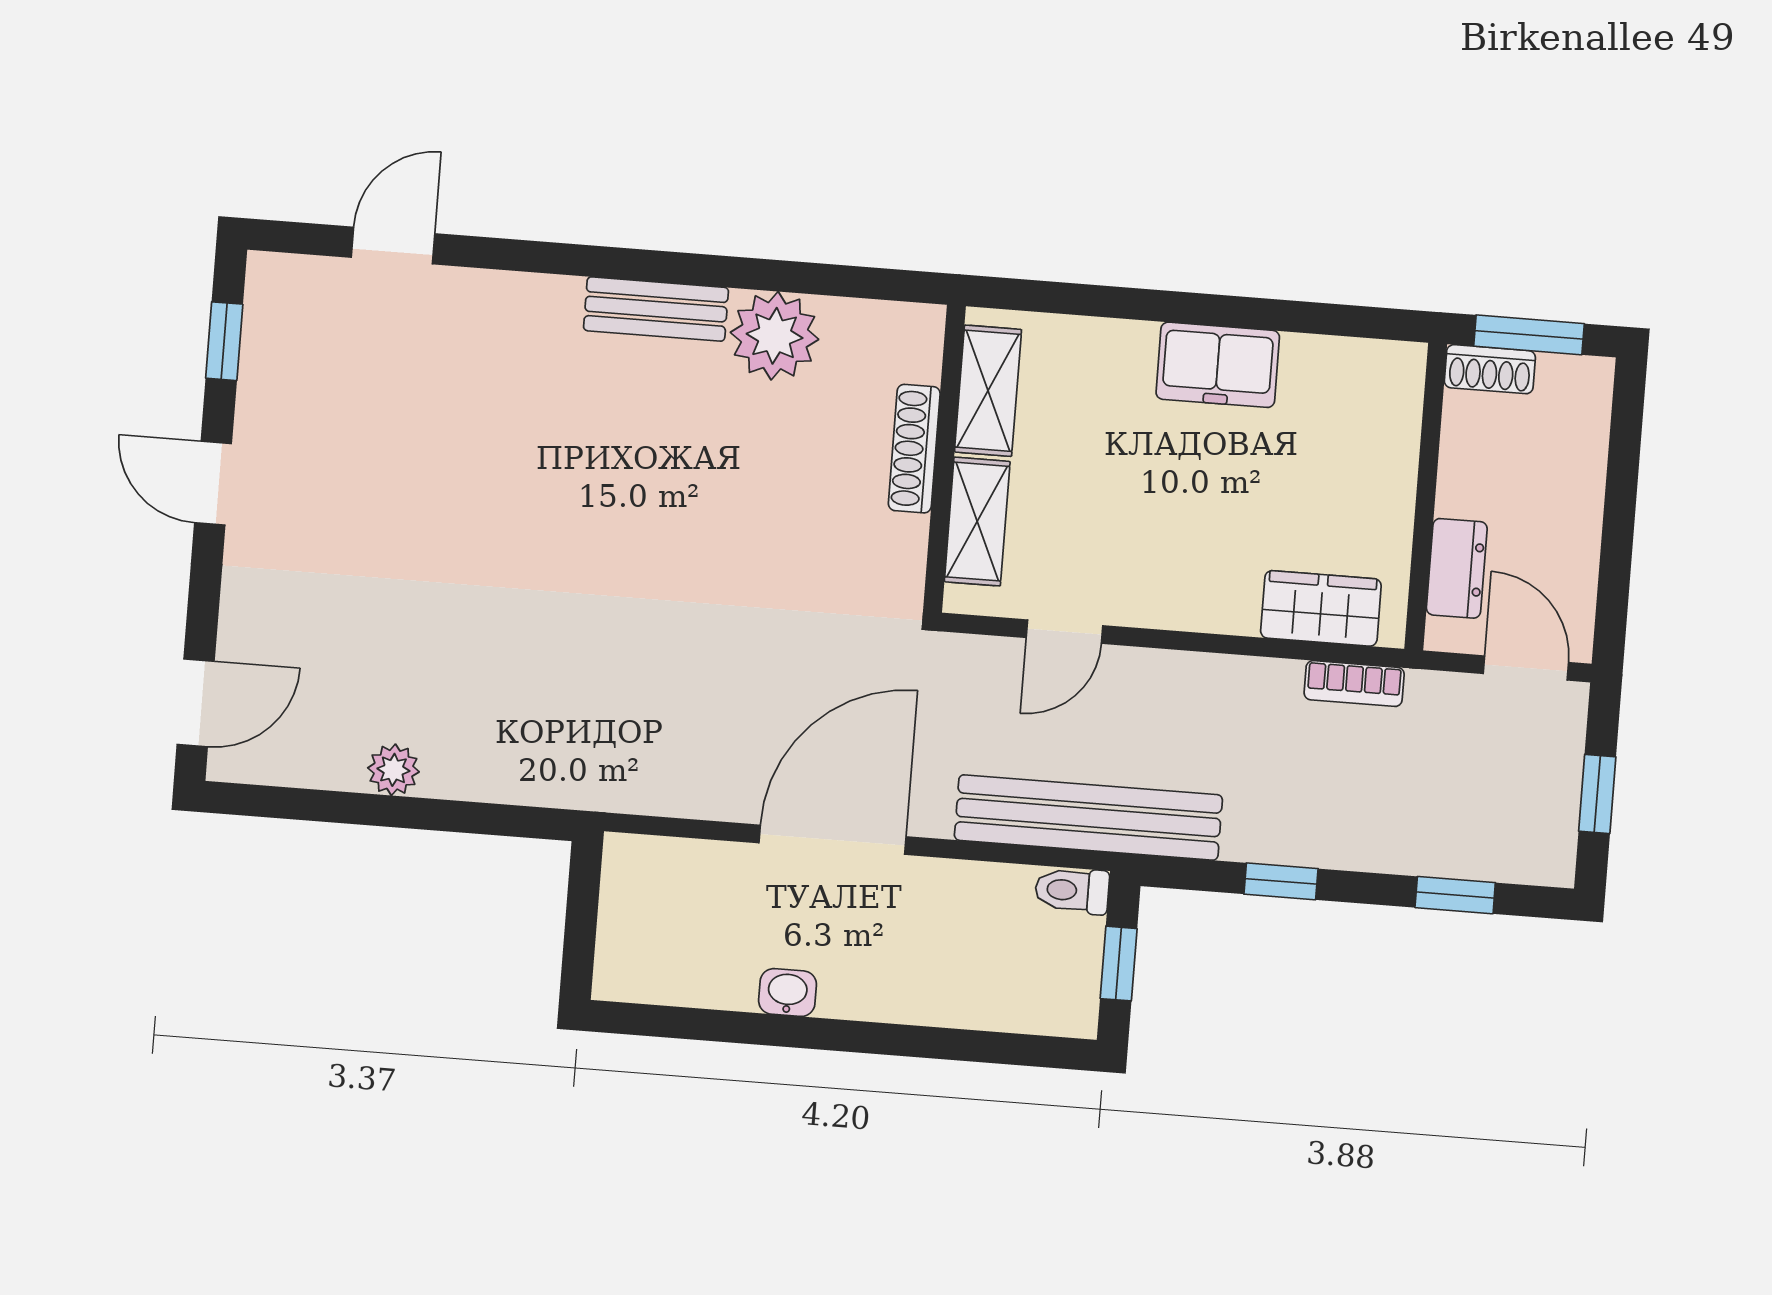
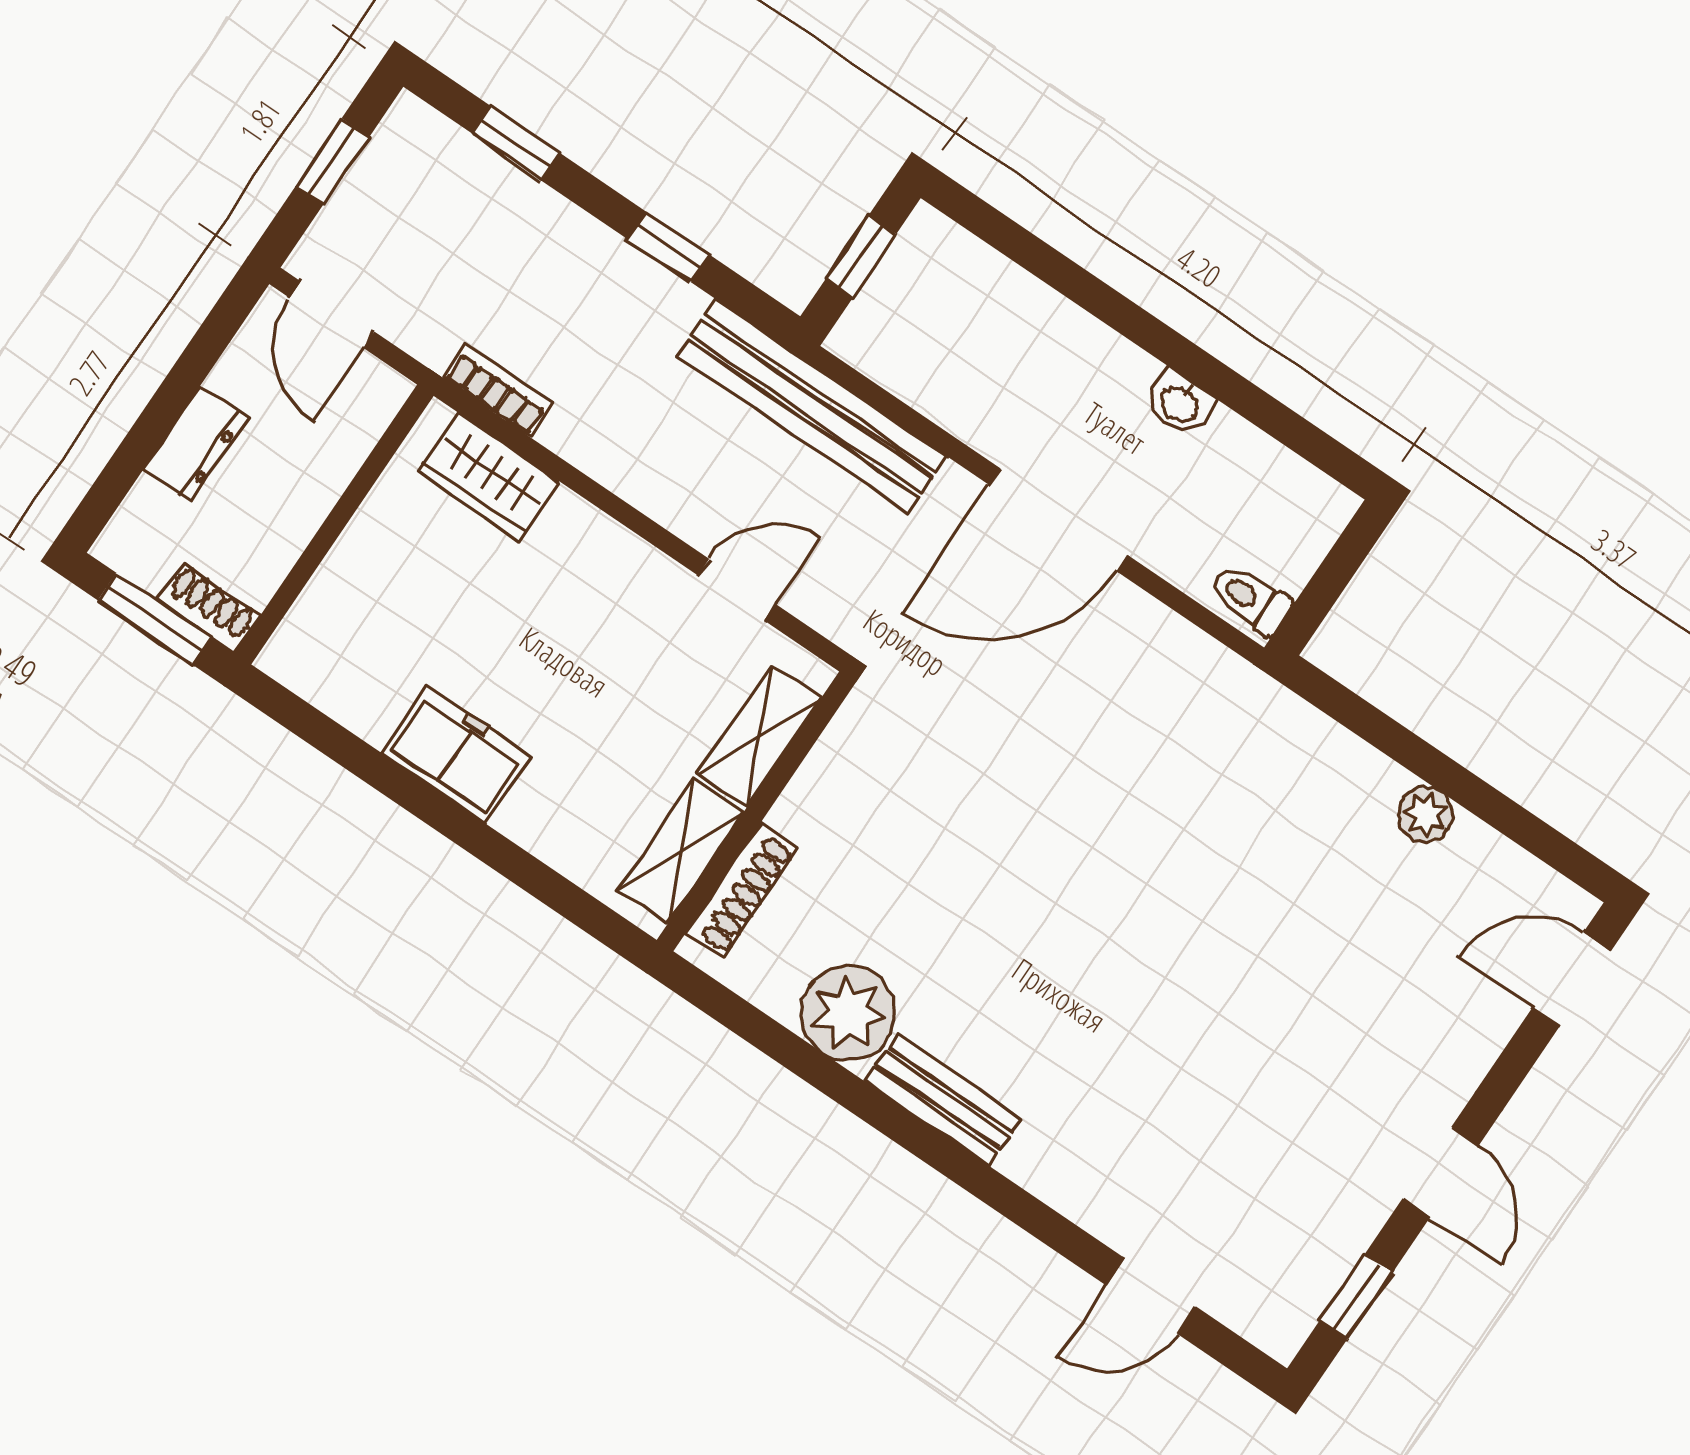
shoe rack: (914, 449) -> (742, 891), moved
dresser: (1457, 568) -> (195, 444), moved, turned 180
toilet: (1072, 891) -> (1251, 599), moved, turned 180

